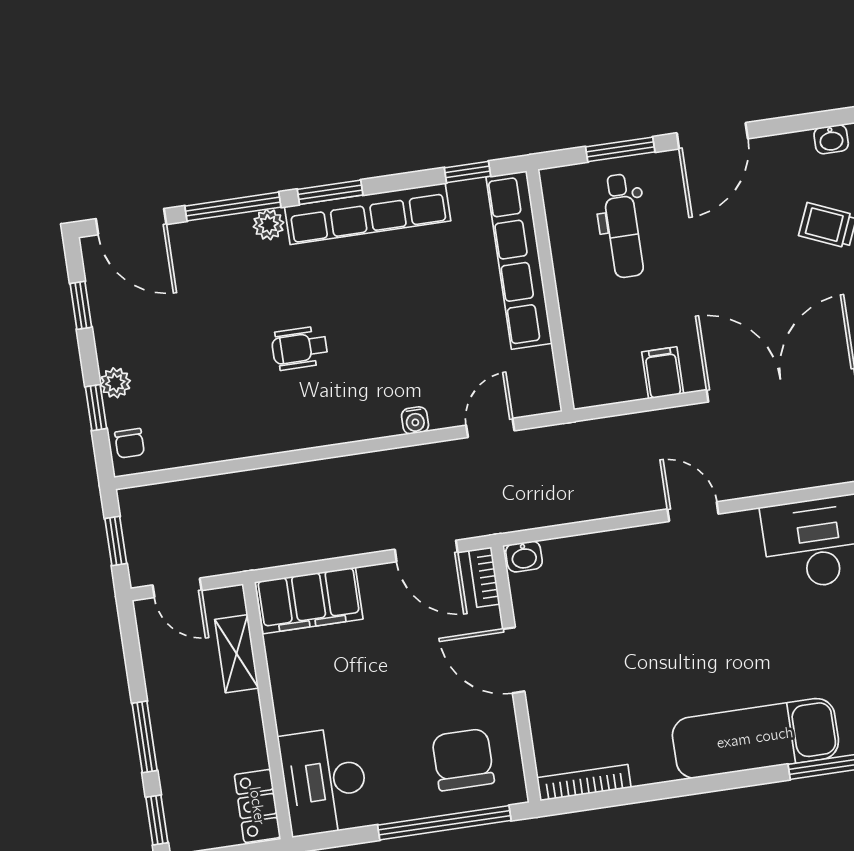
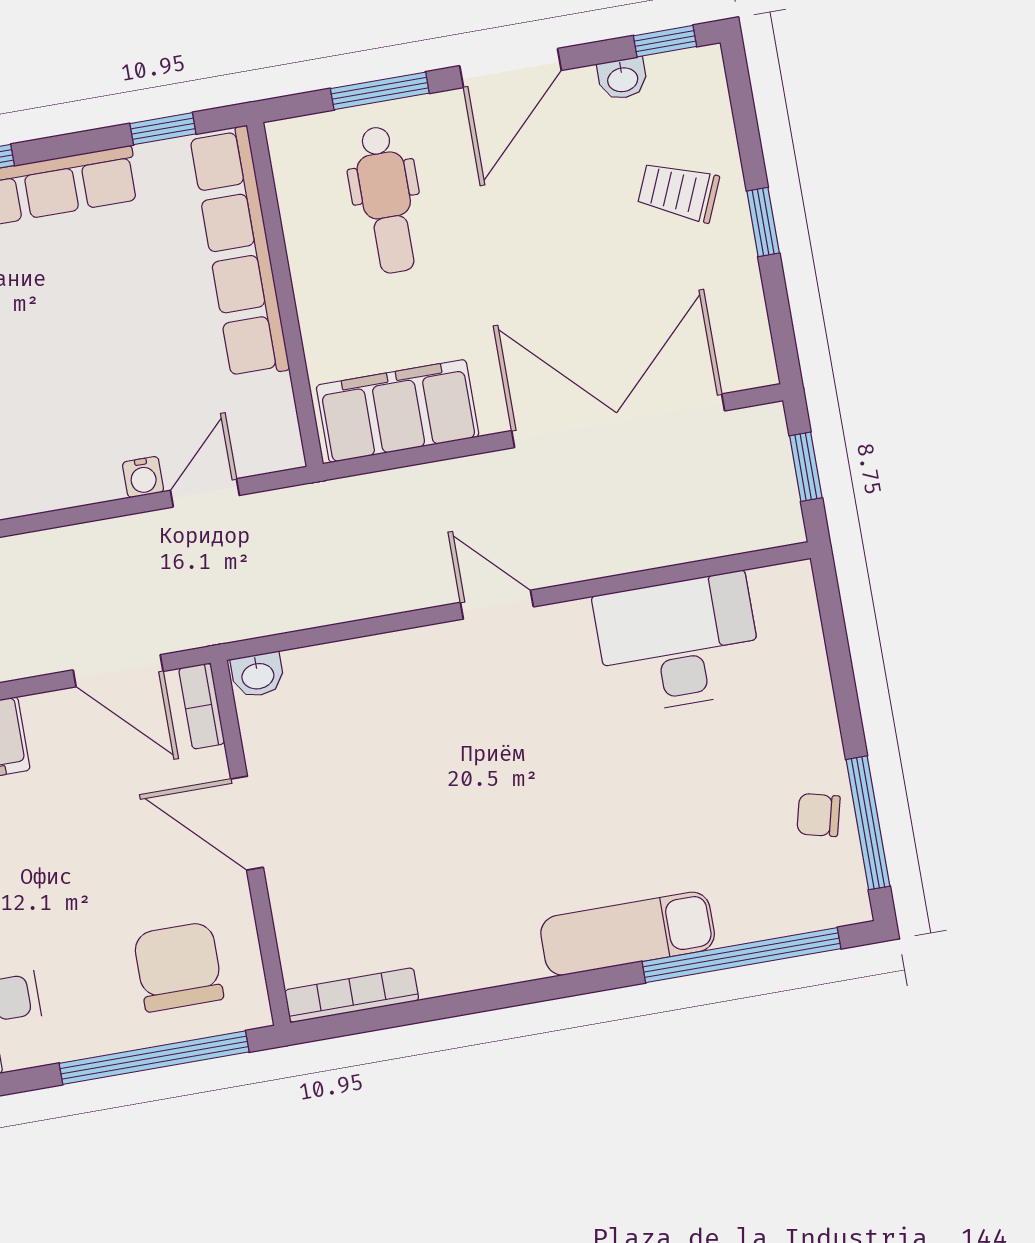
window: (821, 120) -> (665, 41), added
washbasin: (831, 139) -> (622, 79), moved
filing cabinet: (663, 373) -> (398, 411), width x3.00, depth x1.17
water cooler: (415, 420) -> (143, 477), moved
exam couch: (755, 738) -> (628, 934), width x0.73, depth x0.69

